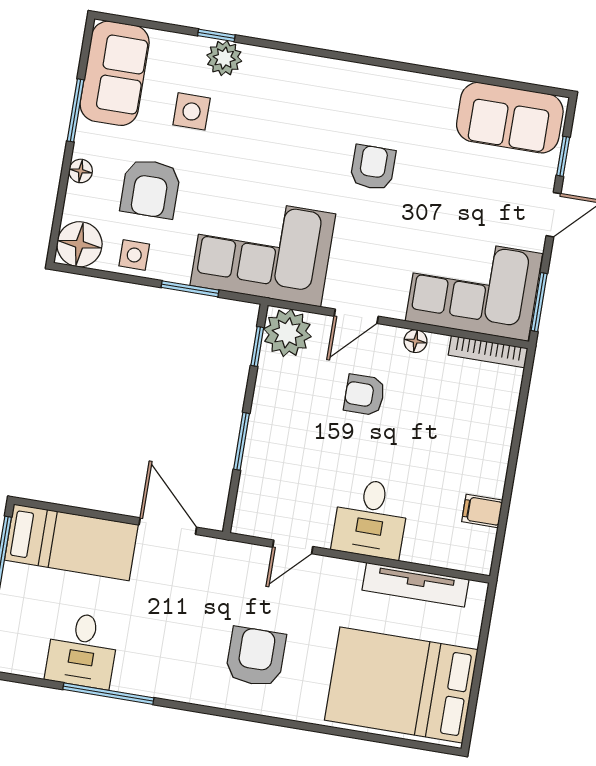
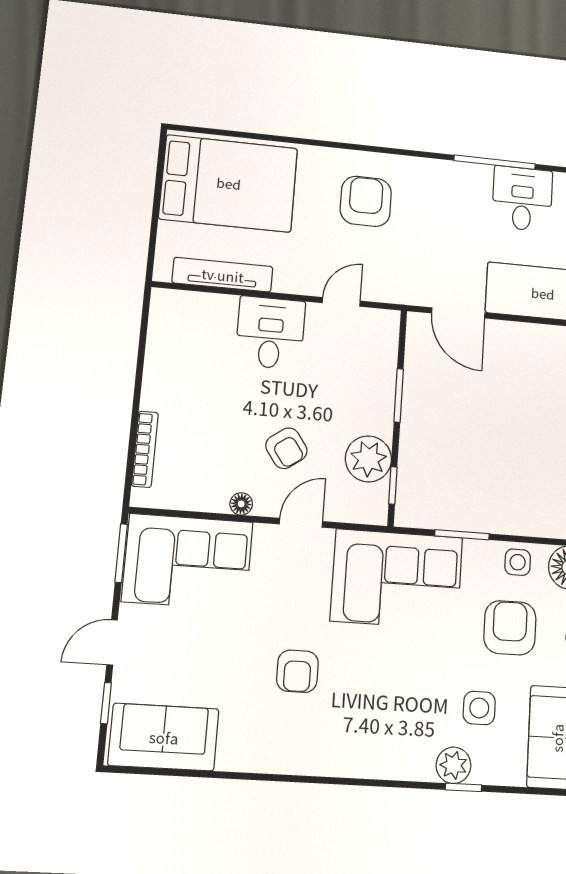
plant: (287, 333) -> (368, 459), moved
bookcase: (488, 352) -> (145, 449), moved, turned 90
armchair: (364, 395) -> (286, 448), turned 55
filing cabinet: (482, 511) -> (164, 347), removed
armchair: (256, 657) -> (366, 201), turned 180

